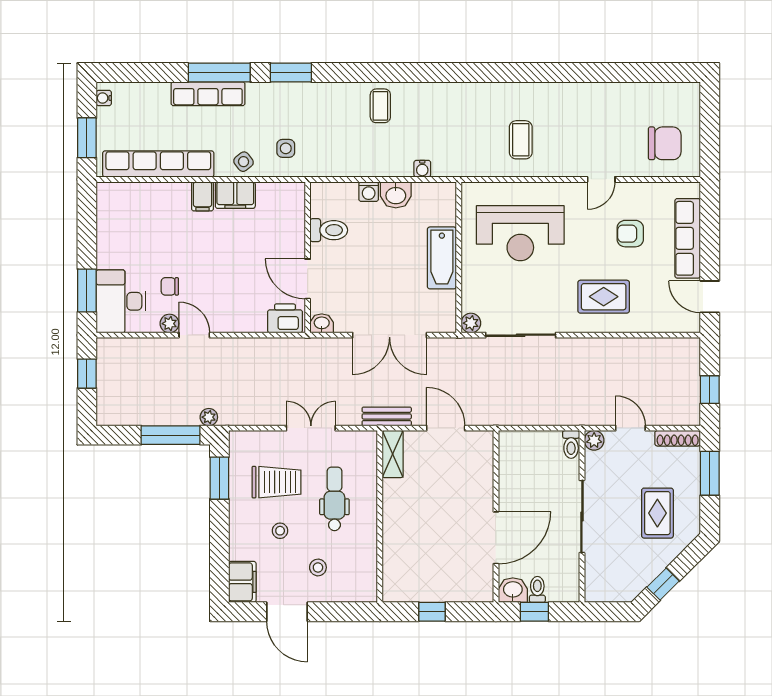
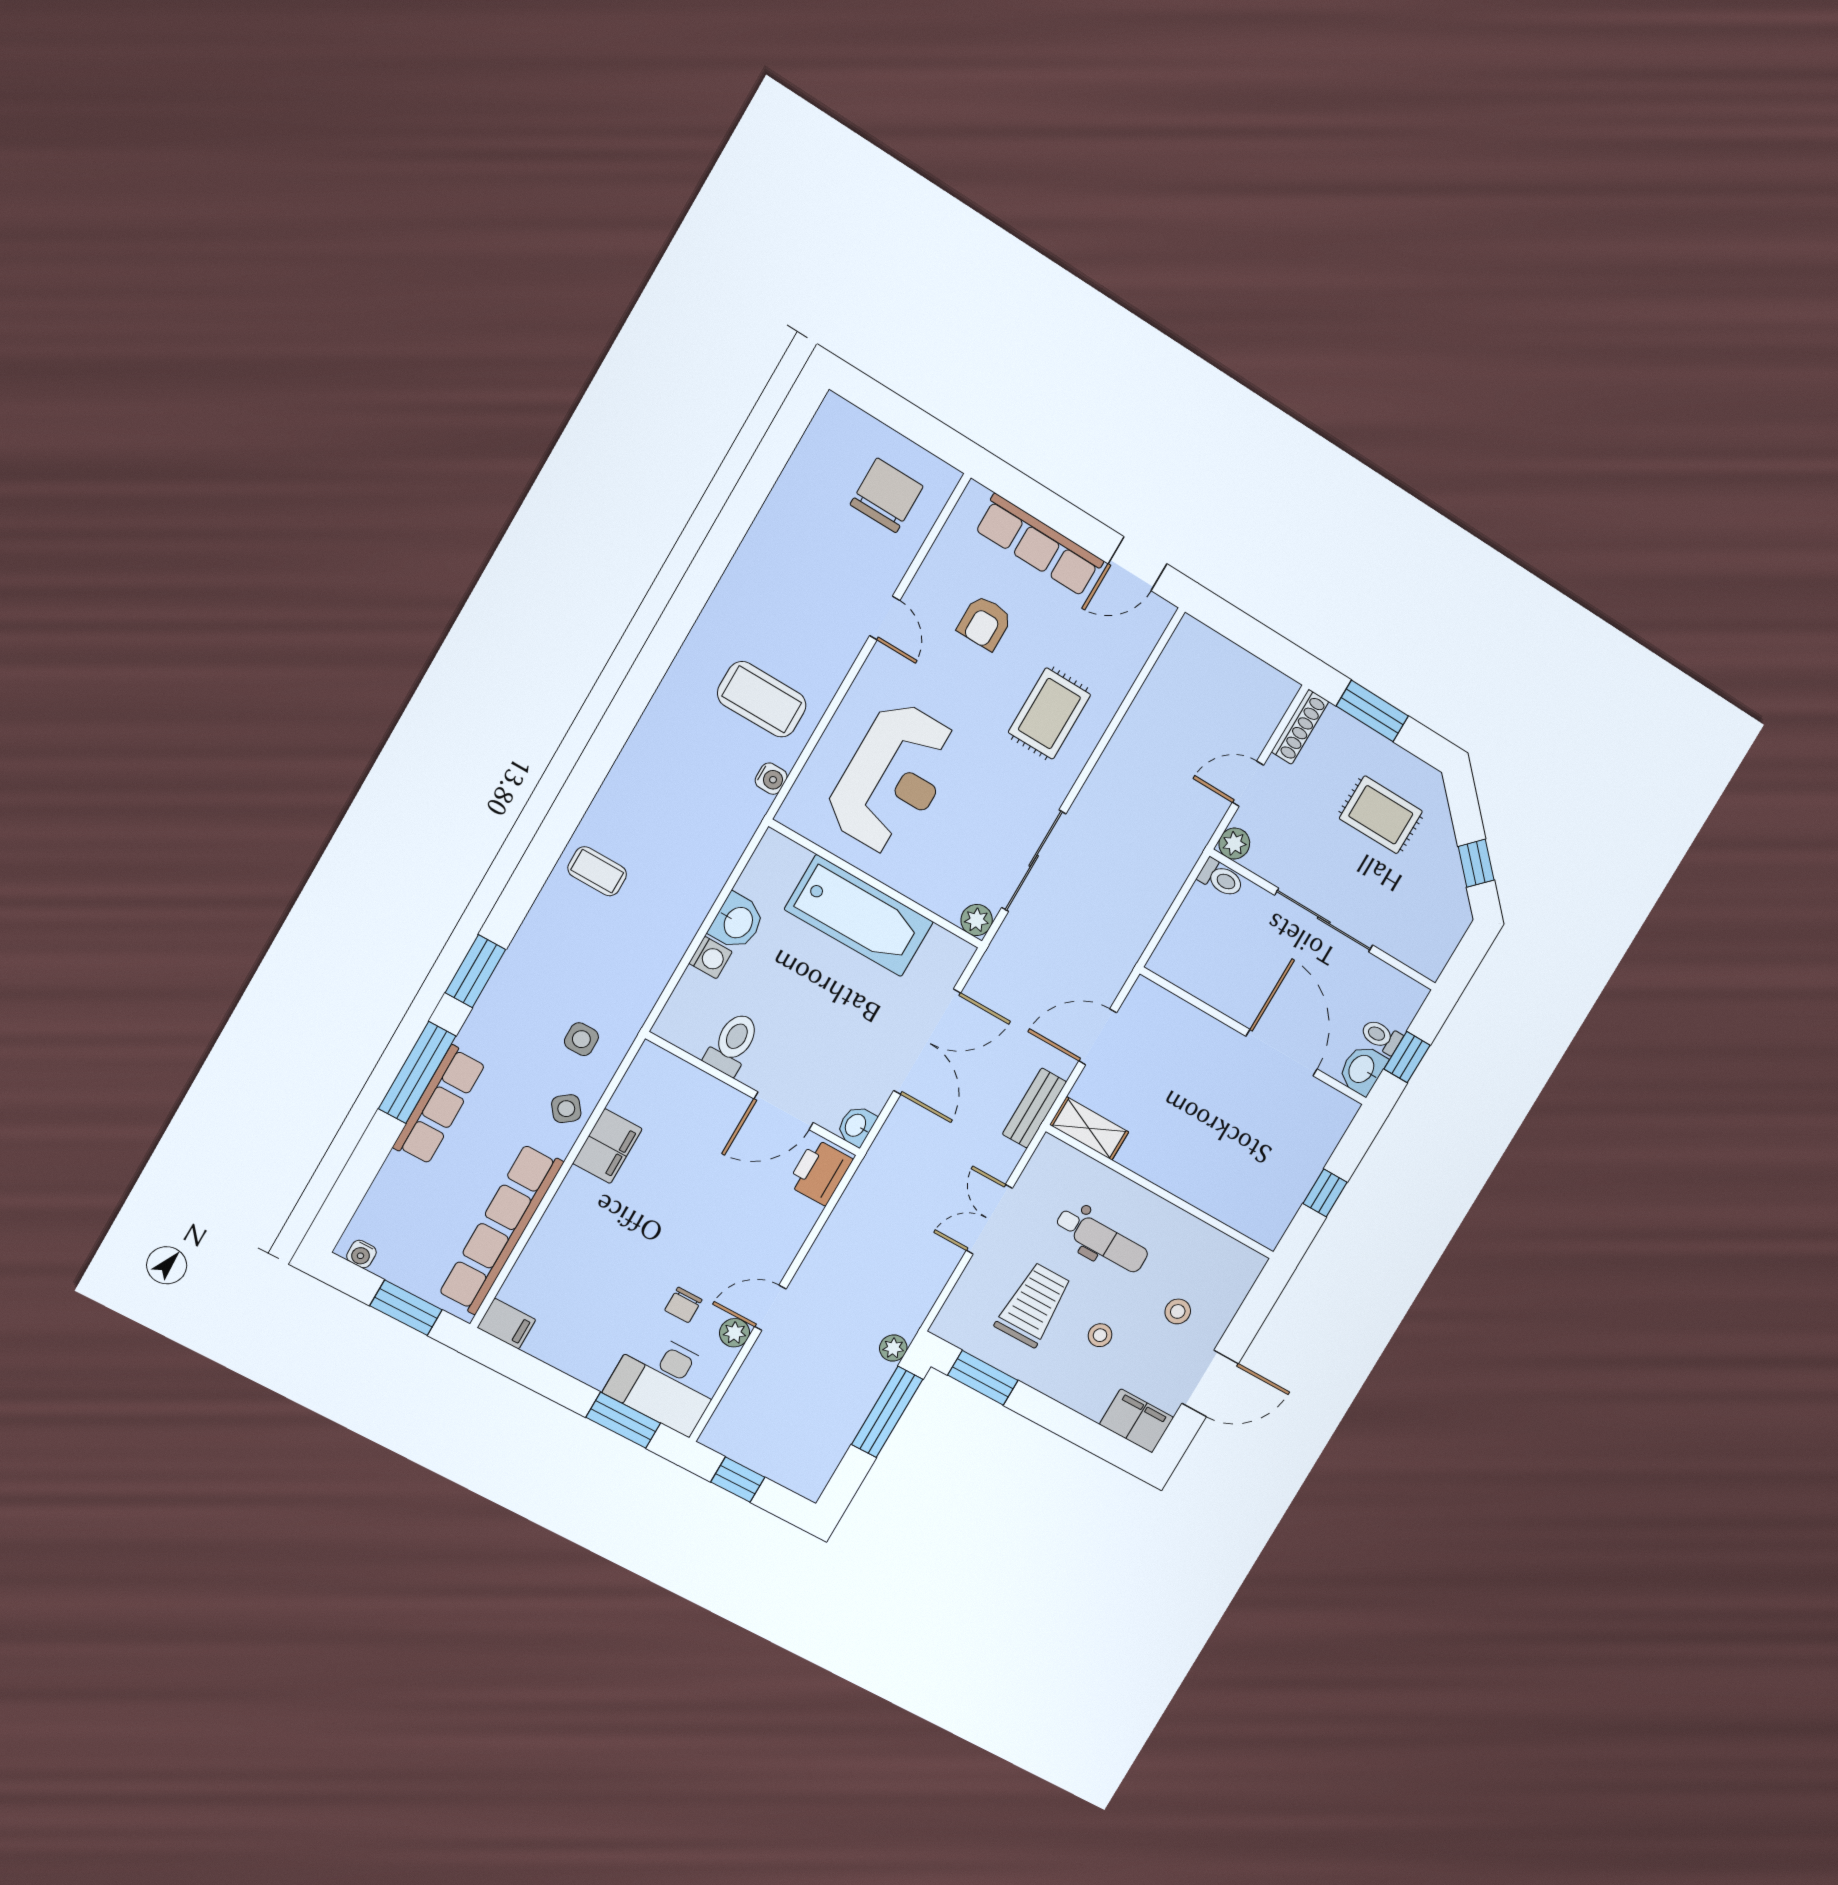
coffee table: (521, 140) -> (762, 699), width x1.36, depth x1.30
water cooler: (422, 169) -> (771, 779), moved
filing cabinet: (202, 196) -> (506, 1324), moved
bathtub: (442, 258) -> (859, 916), width x1.36, depth x1.36
window: (710, 390) -> (1262, 642), removed
dental chair: (334, 499) -> (1102, 1240), turned 180

